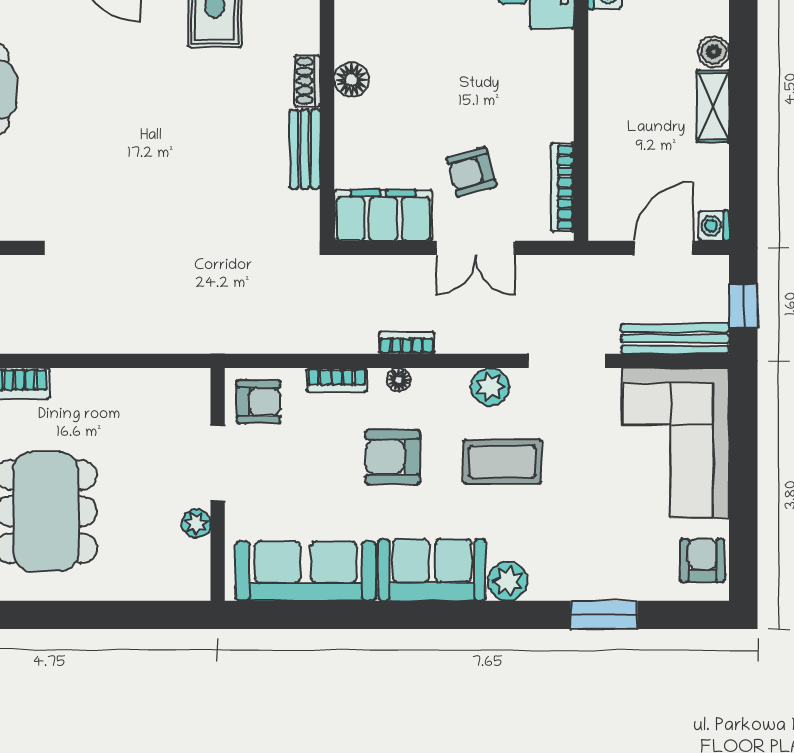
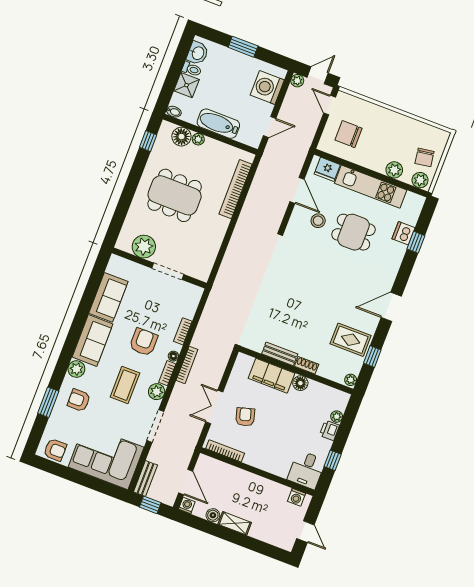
boiler: (714, 52) -> (213, 515), moved
filing cabinet: (383, 215) -> (271, 376), moved, turned 90
bench: (675, 339) -> (145, 478), width x0.73
bookcase: (407, 343) -> (187, 365), width x1.56
bookcase: (441, 379) -> (167, 373), added
armchair: (259, 402) -> (79, 400), moved, turned 90
plant: (196, 523) -> (144, 247), width x1.87, depth x1.87
sofa: (306, 571) -> (108, 297), width x0.73

